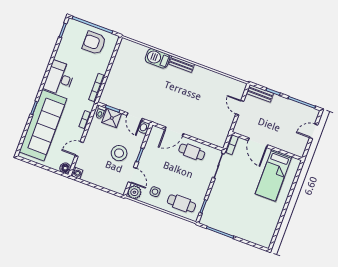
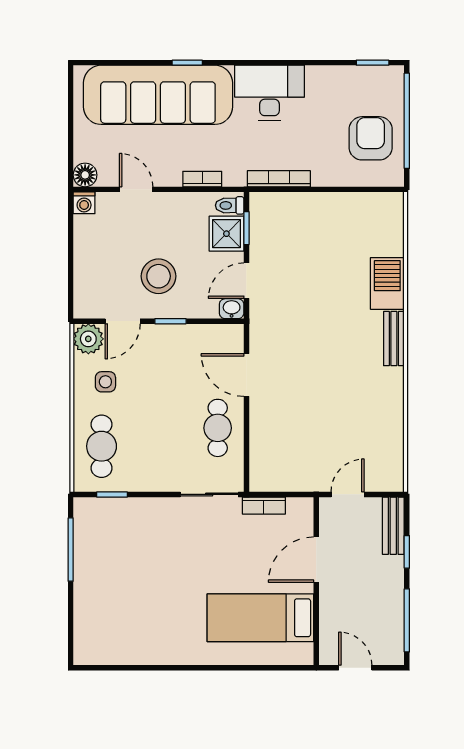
door: (258, 143) -> (316, 560), moved
wall: (267, 146) -> (316, 581), moved
bed: (274, 175) -> (260, 618), moved

